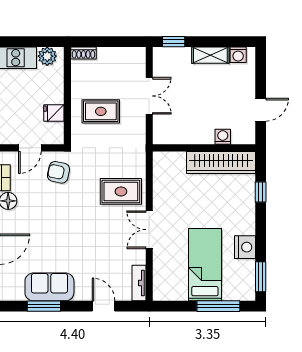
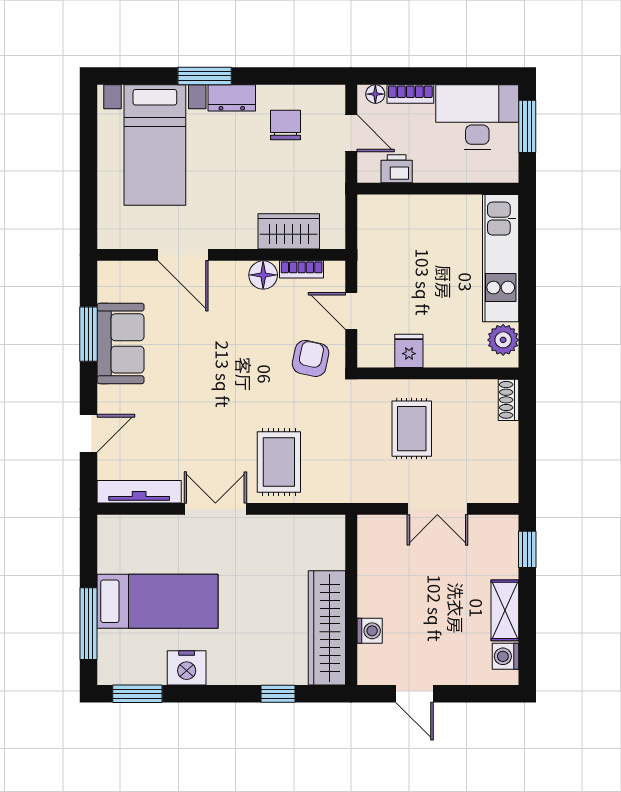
tv unit: (139, 283) -> (139, 492), width x1.41

